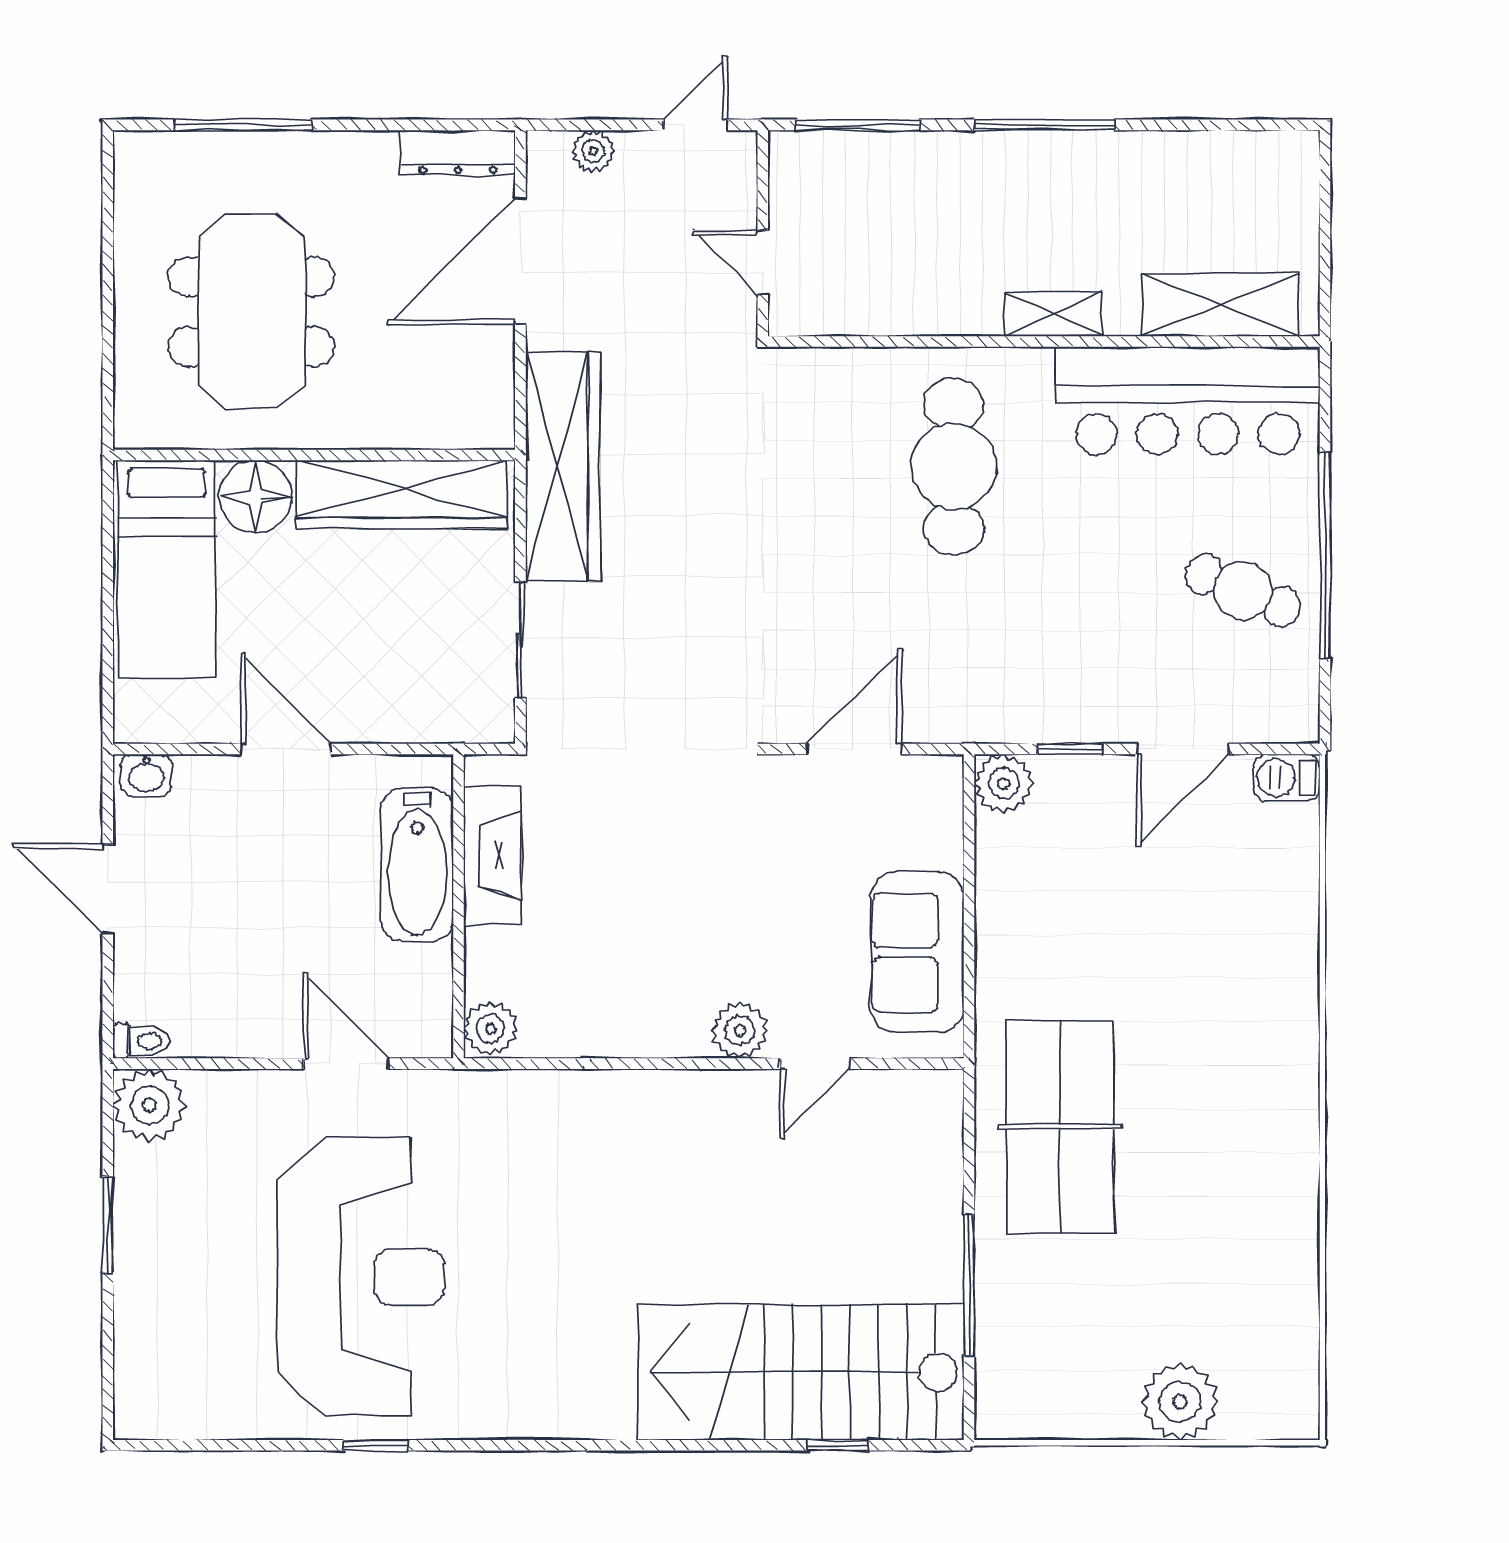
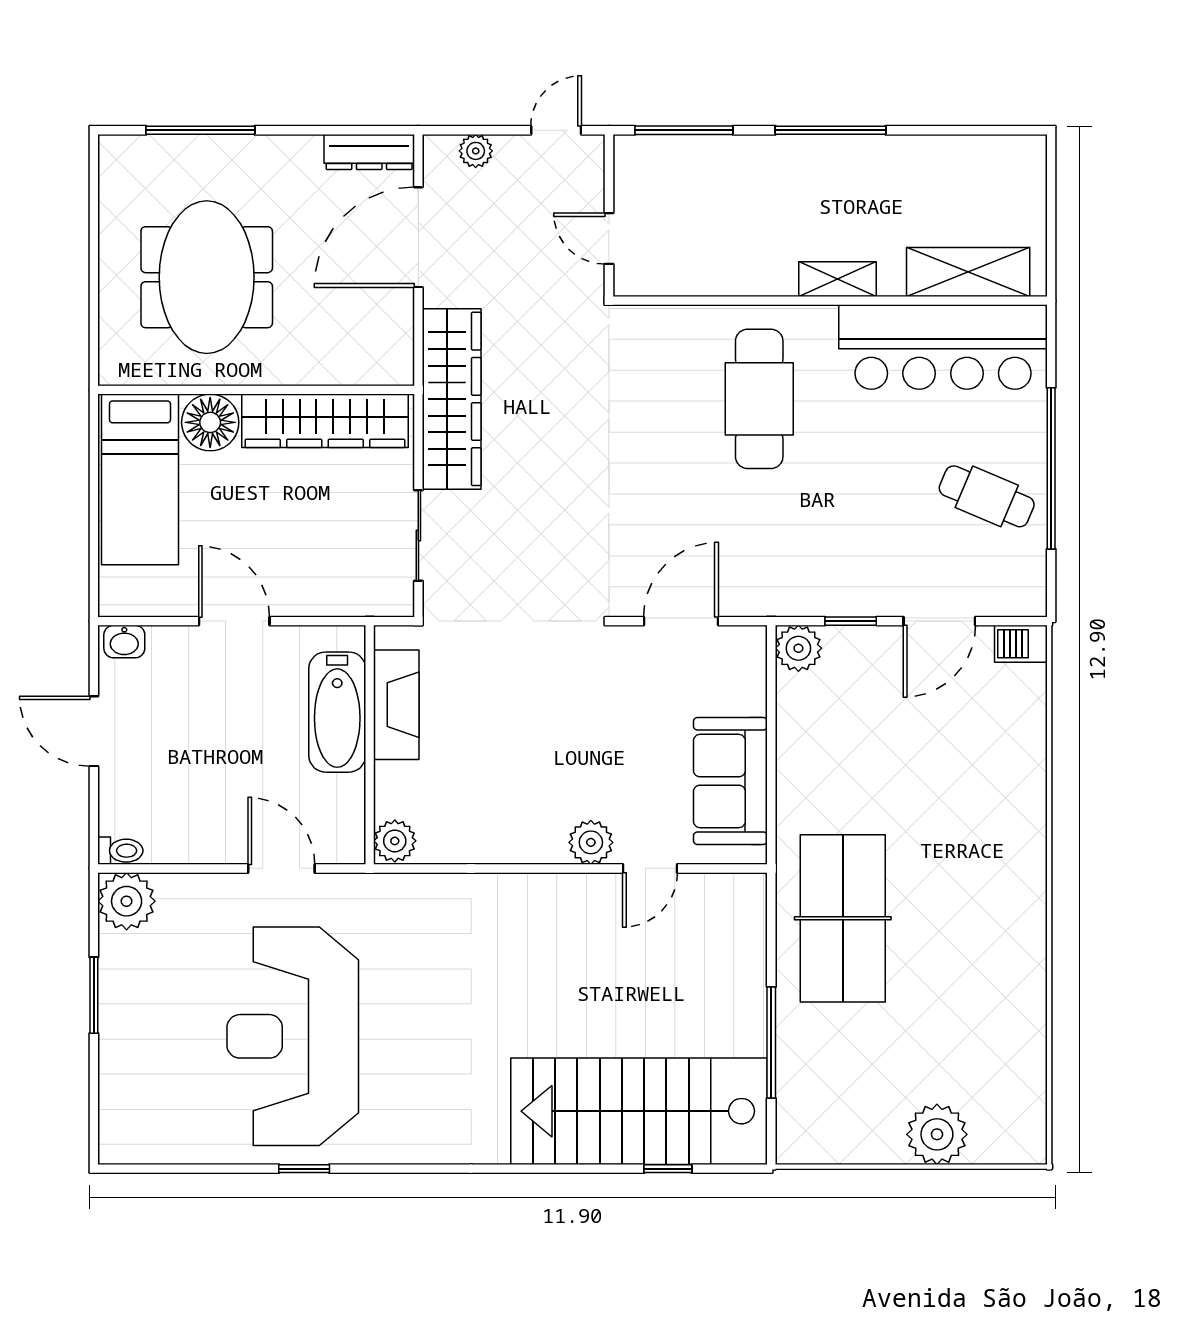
reception desk: (361, 1277) -> (293, 1036), turned 180

